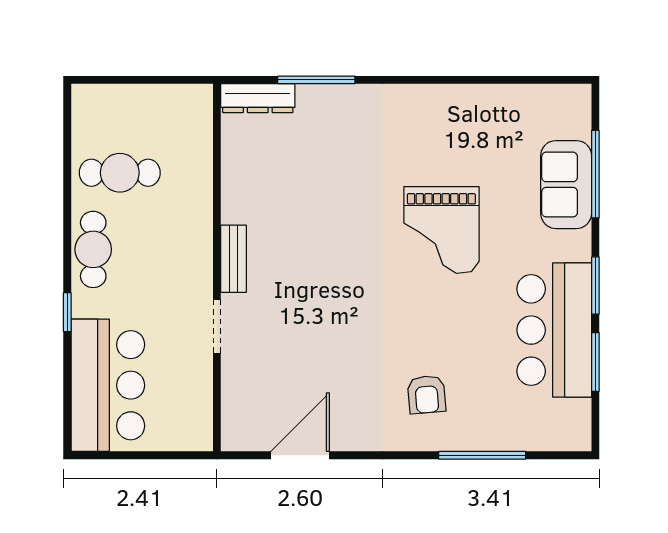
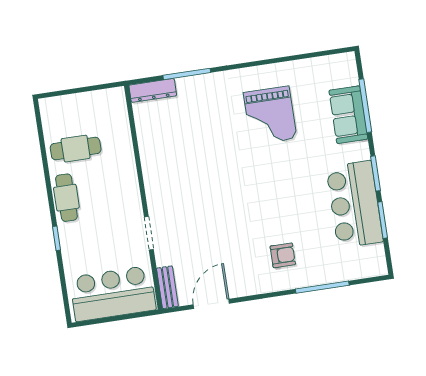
grand piano: (441, 230) -> (270, 115), moved
bench: (233, 259) -> (167, 287), moved
bar counter: (108, 385) -> (113, 294), moved, turned -90
armchair: (427, 395) -> (283, 255), turned -85

